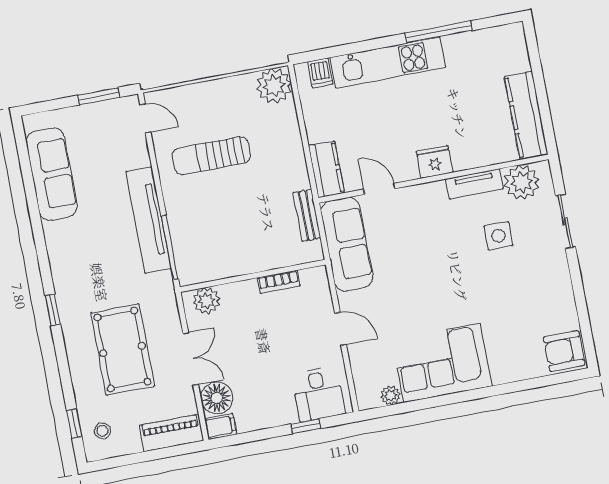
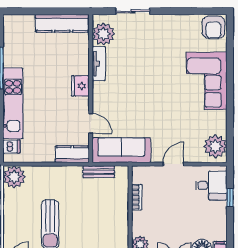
door: (379, 189) -> (91, 123), swing flipped
side table: (498, 236) -> (134, 55), removed
corner sofa: (442, 363) -> (207, 81), moved
plant: (390, 395) -> (215, 146), width x1.87, depth x1.87

